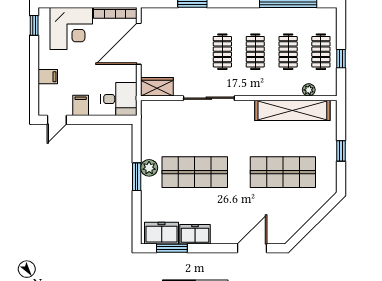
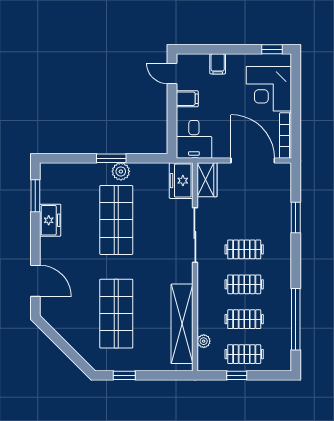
window: (341, 151) -> (124, 375), moved
freezer: (162, 233) -> (181, 181), moved, turned 180

